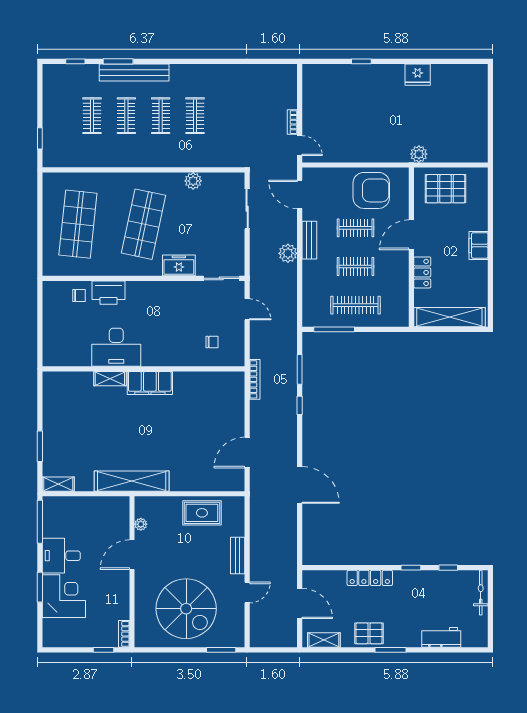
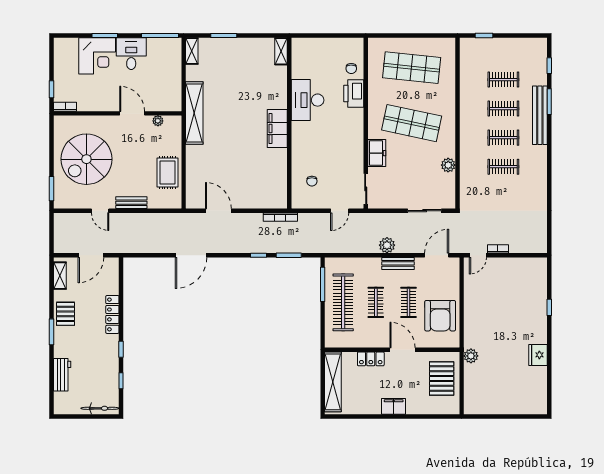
clothes rail: (356, 305) -> (343, 302), width x1.37, depth x1.31
shelving: (110, 379) -> (281, 51), moved

